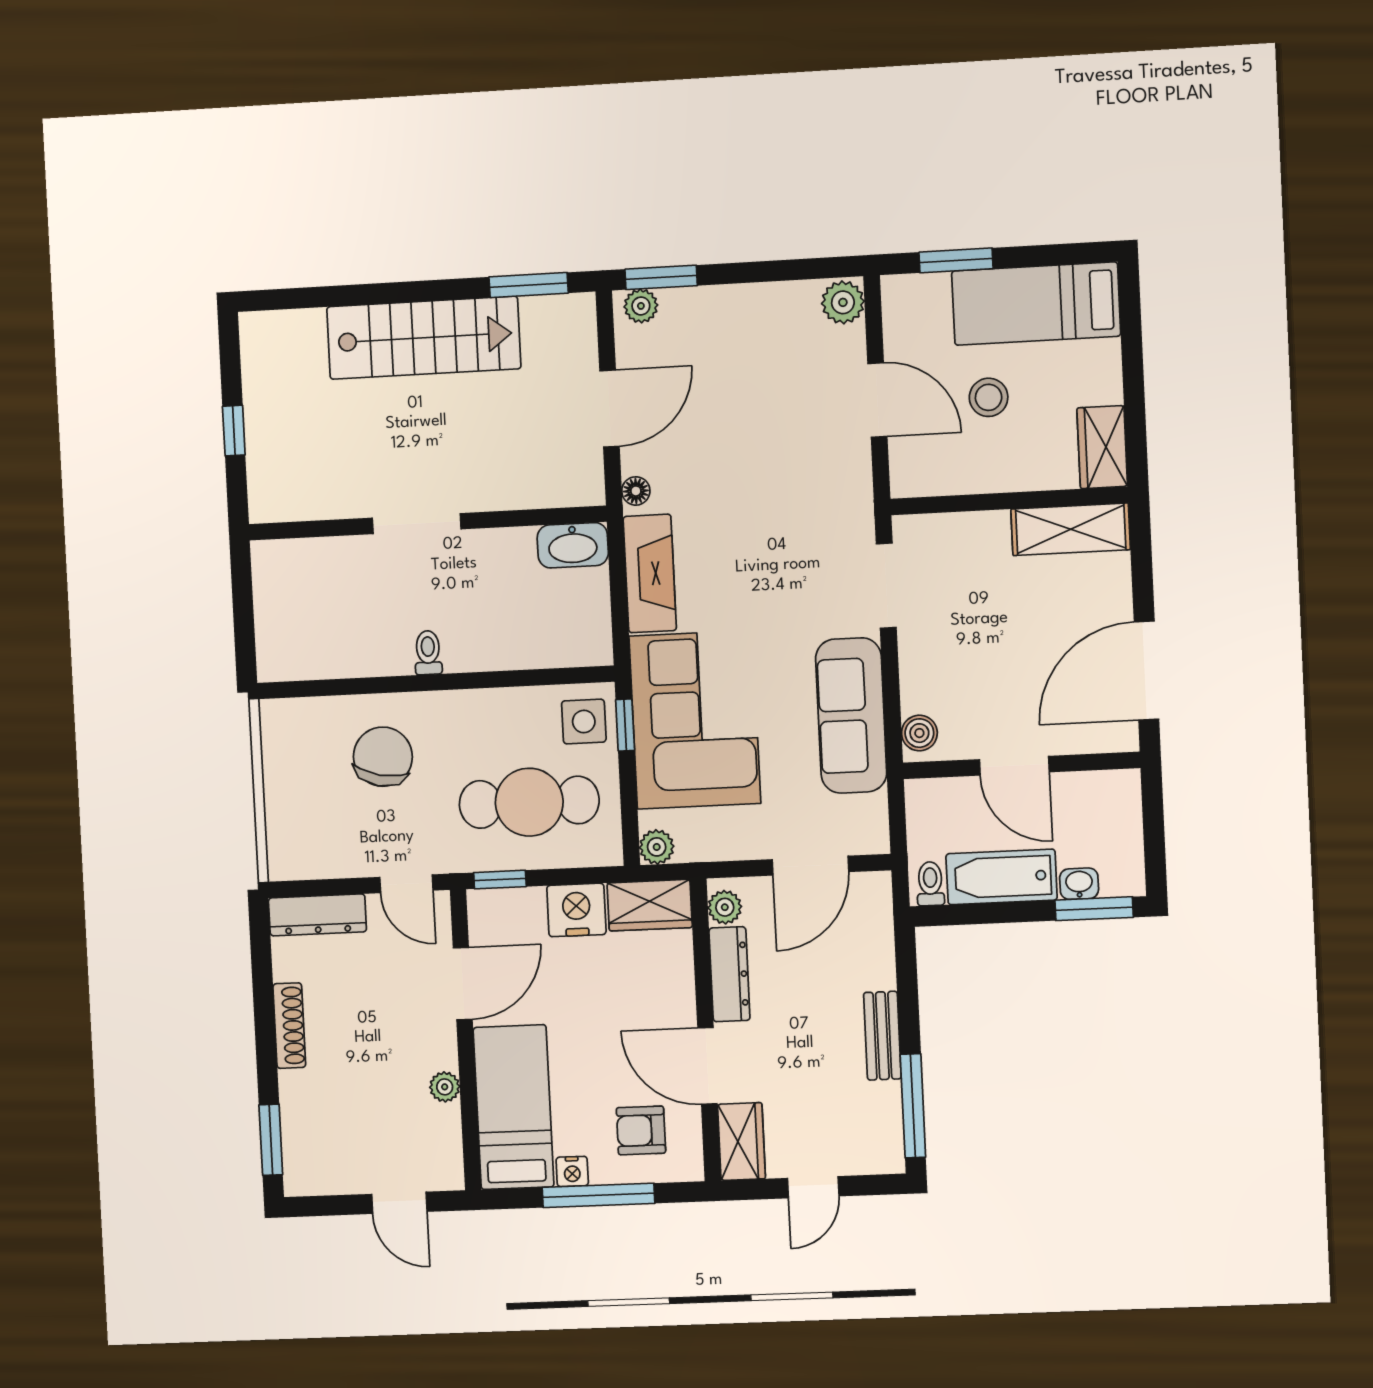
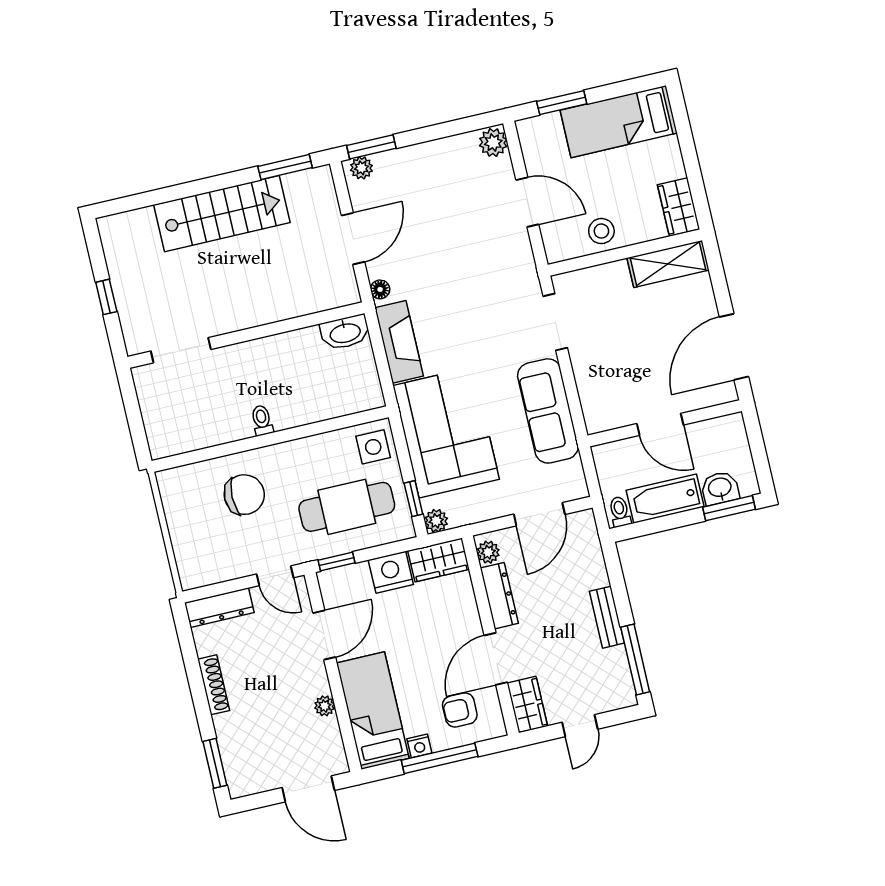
stool: (989, 397) -> (601, 231), moved
doorway: (417, 524) -> (181, 350), moved
window: (625, 725) -> (413, 499), moved
boiler: (919, 733) -> (595, 414), removed
chair: (383, 757) -> (244, 495), turned 78
washbasin: (1079, 884) -> (720, 488), width x1.38, depth x1.45
door: (707, 1066) -> (496, 659), hinge flipped
door: (399, 1203) -> (308, 789), width x1.38

